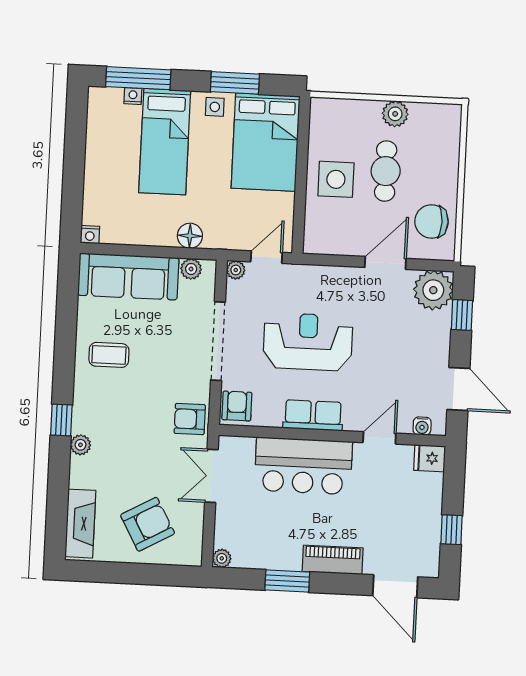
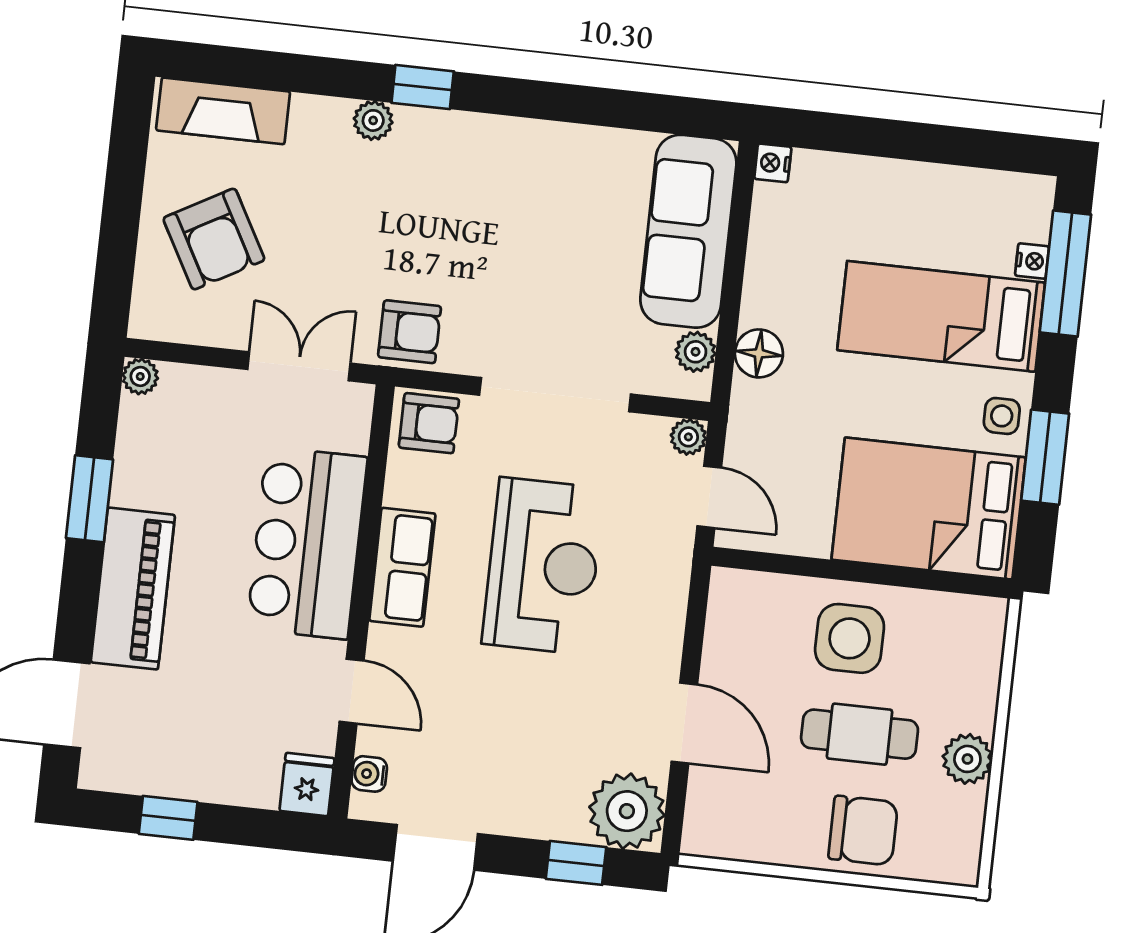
chair: (432, 221) -> (863, 830), moved, turned 90
coffee table: (109, 355) -> (541, 185), removed
armchair: (190, 419) -> (410, 332), turned 90
piano: (333, 560) -> (133, 589), width x1.37, depth x1.33

